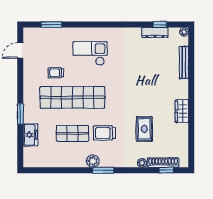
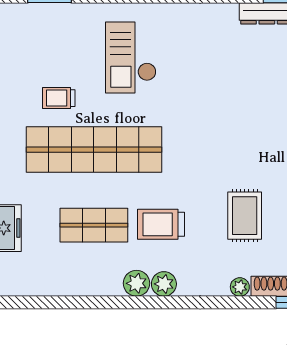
checkout: (90, 54) -> (131, 57), turned -90
plant: (106, 161) -> (164, 284), added
window: (103, 170) -> (158, 302), removed

